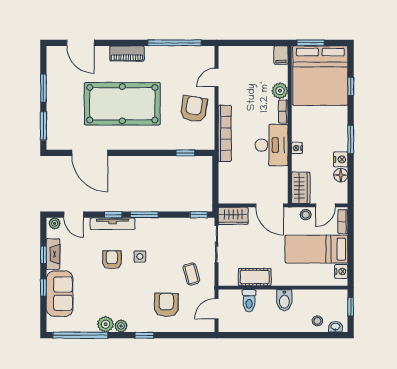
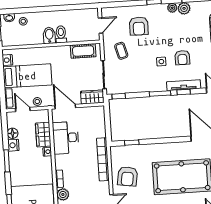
desk: (272, 145) -> (66, 138), moved
wardrobe: (301, 188) -> (43, 135), moved
door: (325, 205) -> (23, 109), hinge flipped
cot: (255, 277) -> (83, 51), moved
toilet: (249, 301) -> (61, 34), moved

